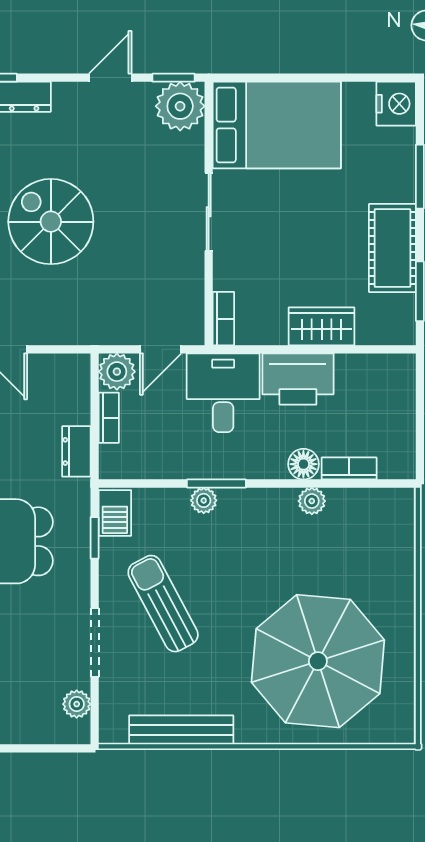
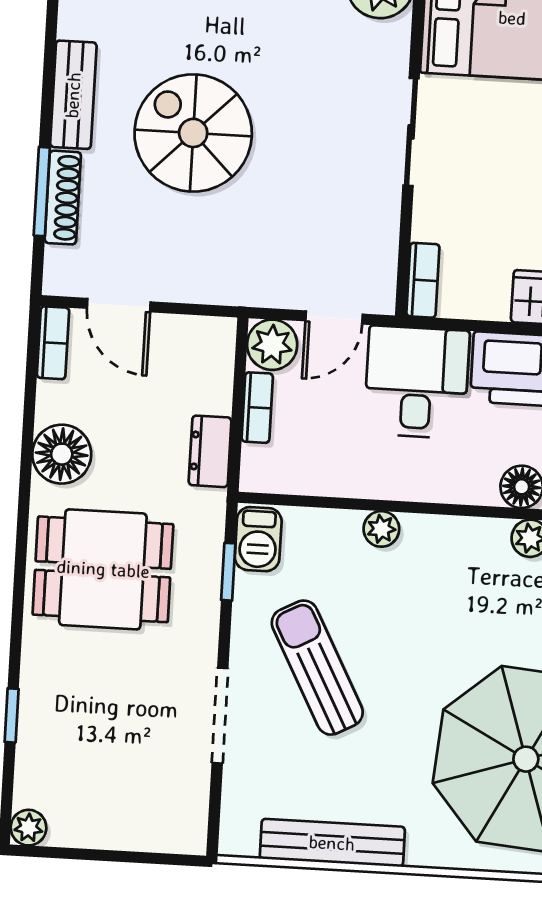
window: (216, 483) -> (400, 507), removed
plant: (77, 704) -> (190, 799), removed

